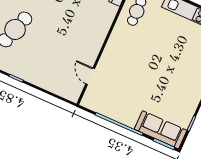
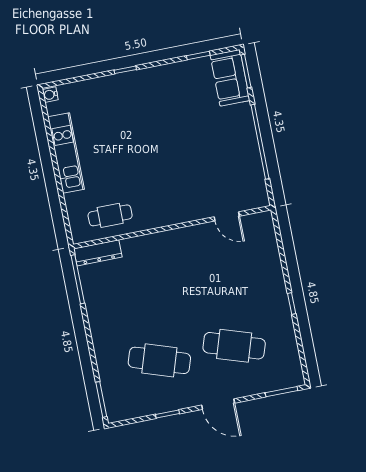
door: (90, 76) -> (227, 216), hinge flipped
sofa: (161, 130) -> (230, 78), width x0.73

